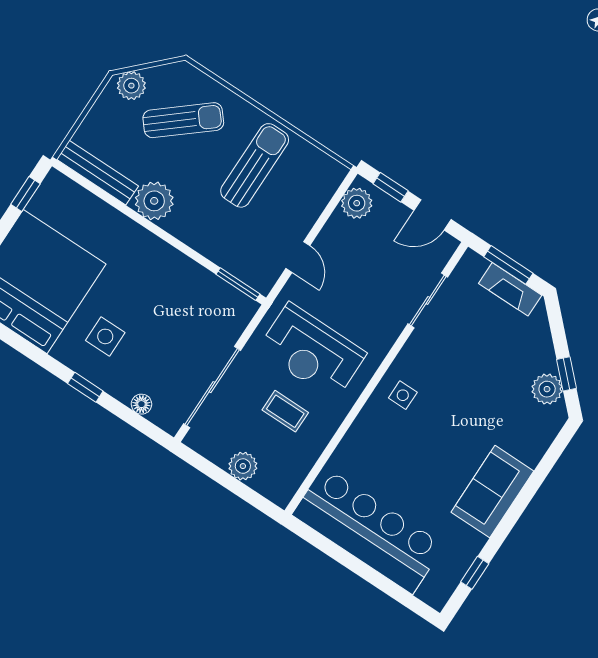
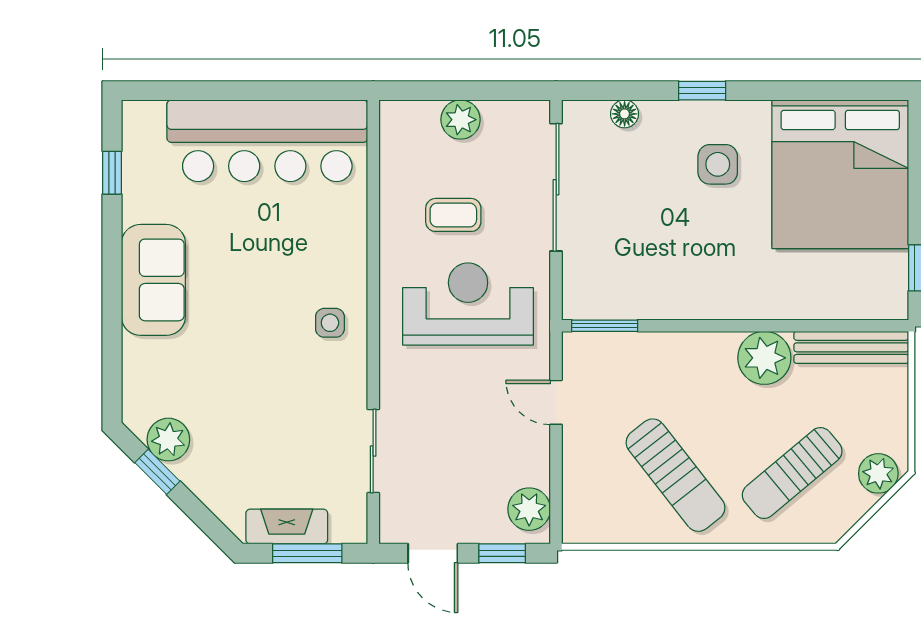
sun lounger: (255, 165) -> (675, 475), turned -38
door: (432, 215) -> (433, 553), swing flipped

